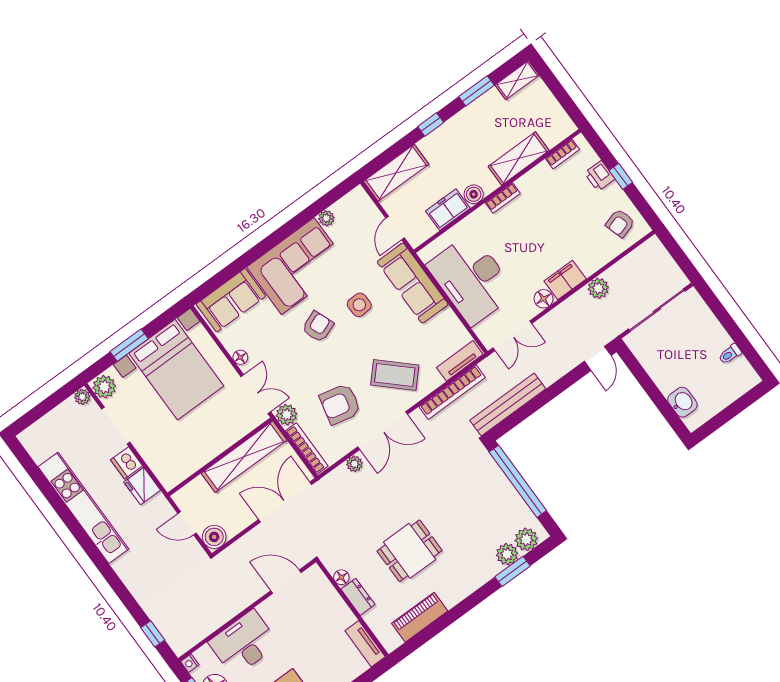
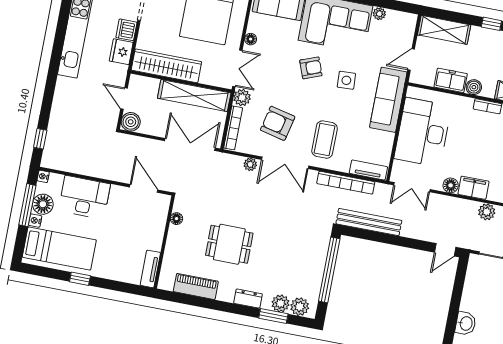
coffee table: (395, 375) -> (325, 140), turned 47
wardrobe: (193, 457) -> (166, 66), added
dresser: (358, 597) -> (248, 299), moved, turned -90

